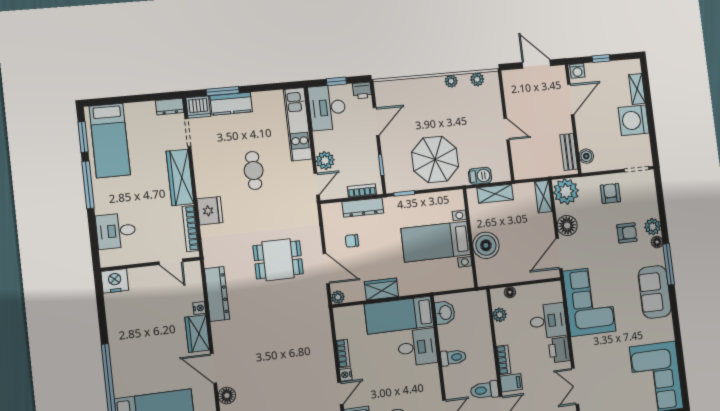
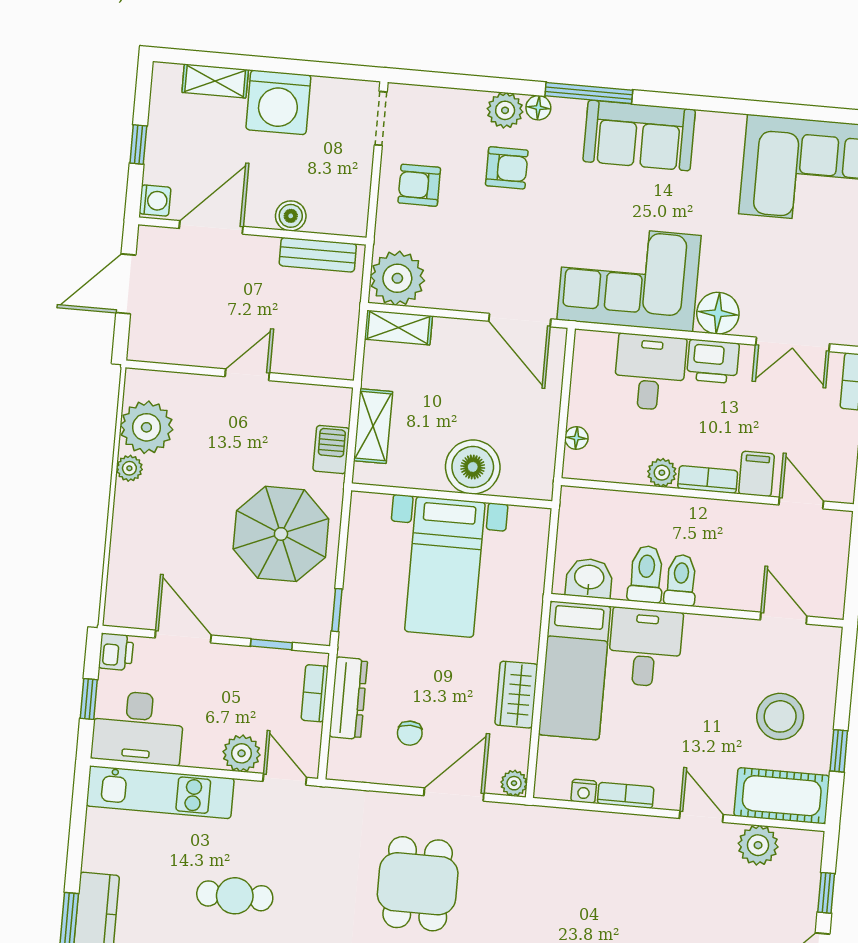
plant: (477, 79) -> (146, 427), width x1.88, depth x1.88
door: (571, 99) -> (211, 227), hinge flipped
boiler: (586, 156) -> (291, 216), moved
floor lamp: (567, 226) -> (718, 313), moved
armchair: (627, 233) -> (507, 168), turned 90
plant: (500, 315) -> (662, 473), moved
nightstand: (346, 375) -> (584, 791), moved
toilet: (485, 390) -> (646, 574), moved, turned 180

